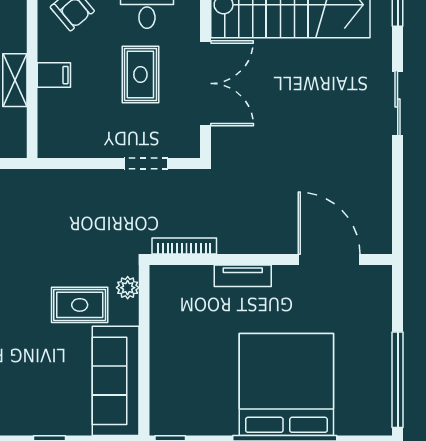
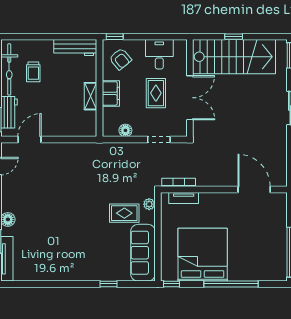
filing cabinet: (54, 75) -> (111, 93), width x2.00
floor lamp: (82, 146) -> (125, 130), added
tv unit: (243, 276) -> (184, 198), moved
bed: (286, 384) -> (203, 255), moved

